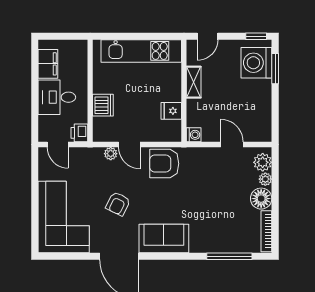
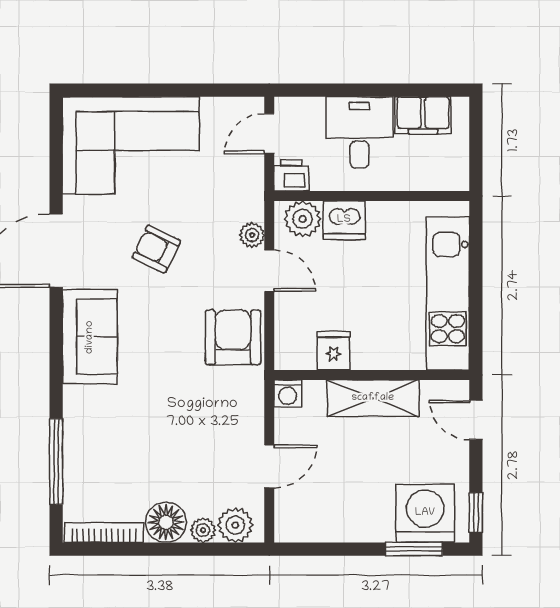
shelving: (194, 82) -> (373, 398), width x1.50, depth x1.33
plant: (102, 127) -> (303, 219), added
door: (129, 145) -> (269, 271), swing flipped

